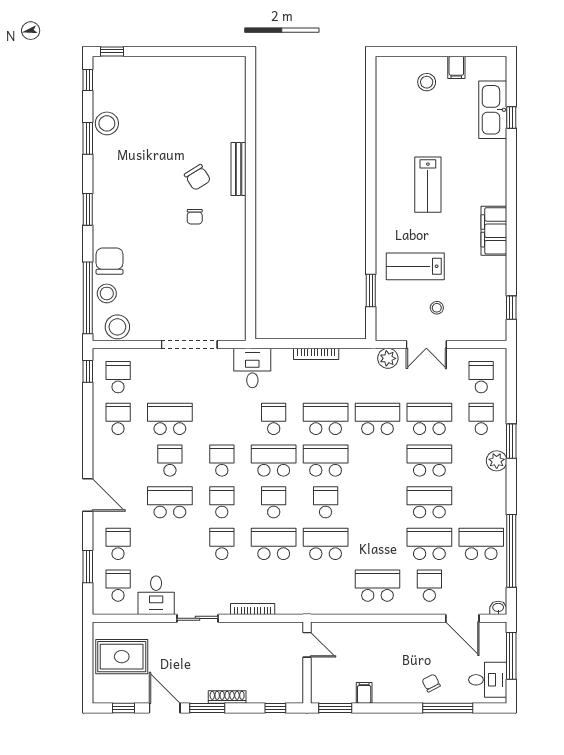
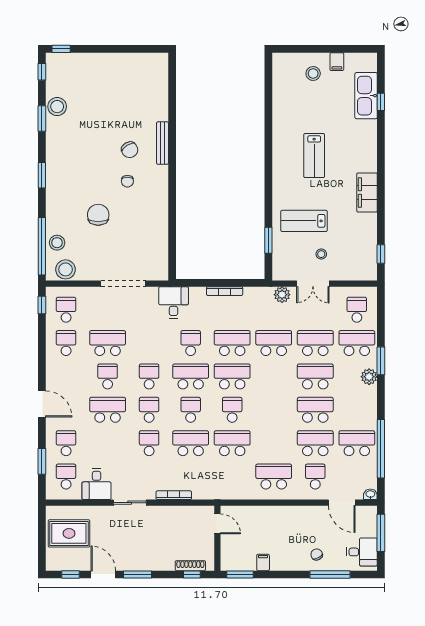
chair: (110, 261) -> (98, 215), moved
school desk: (481, 419) -> (357, 343), width x1.85
shoe rack: (227, 697) -> (190, 566), moved

